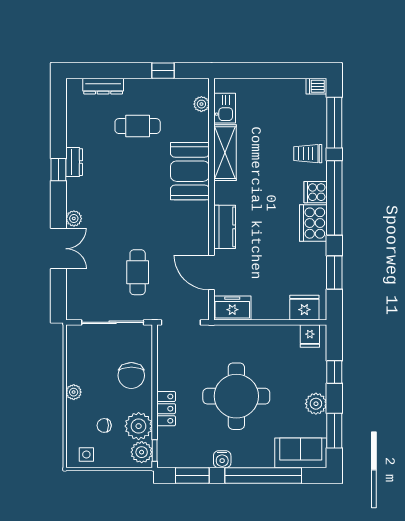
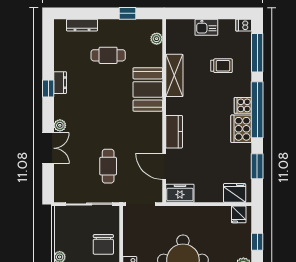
kitchen sink: (225, 108) -> (206, 27), moved, turned 90
trolley: (308, 154) -> (222, 66), moved, turned 180

